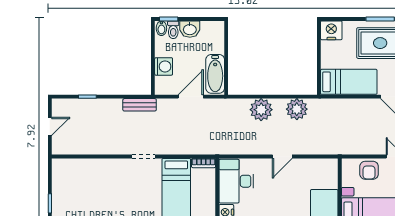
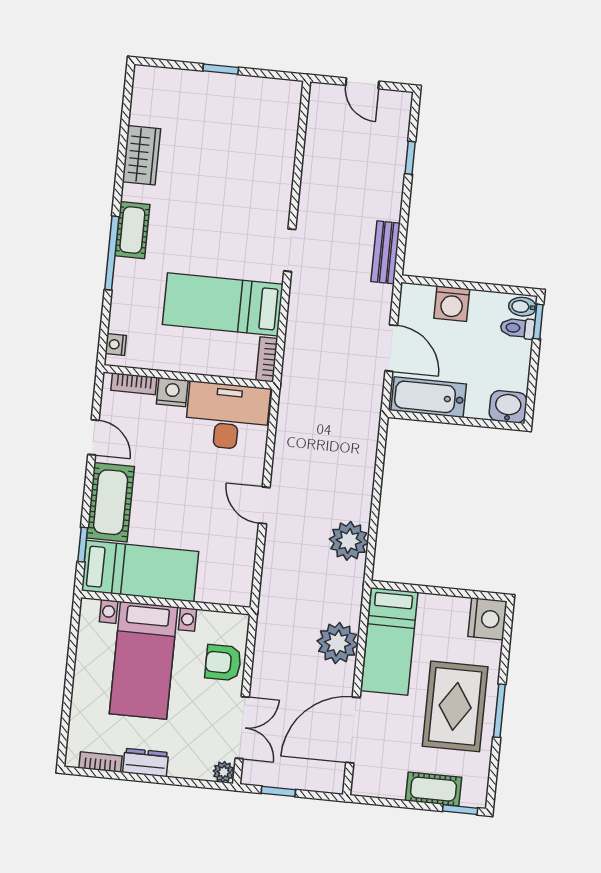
washbasin: (190, 29) -> (508, 407), moved, turned 90
plant: (261, 110) -> (338, 643), moved

